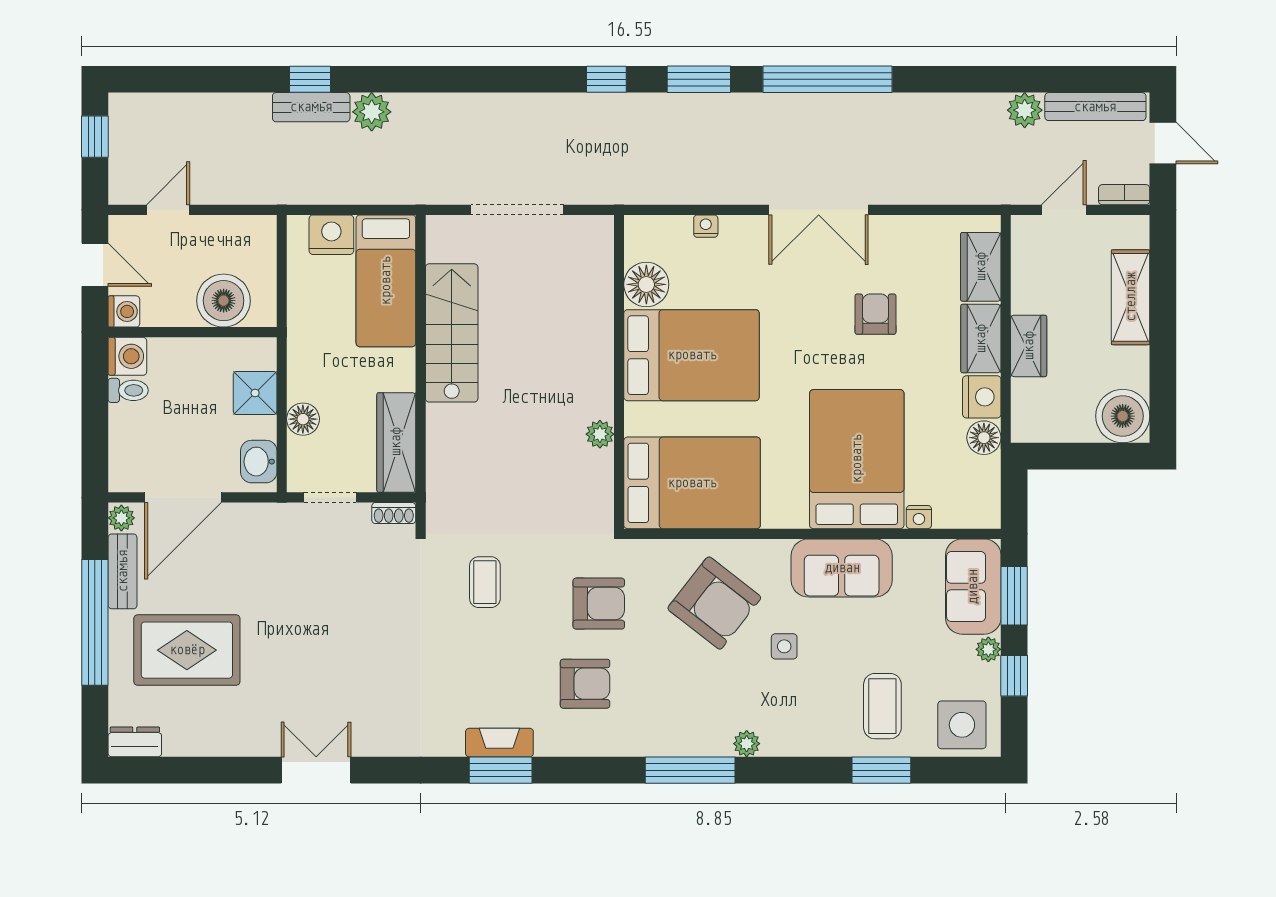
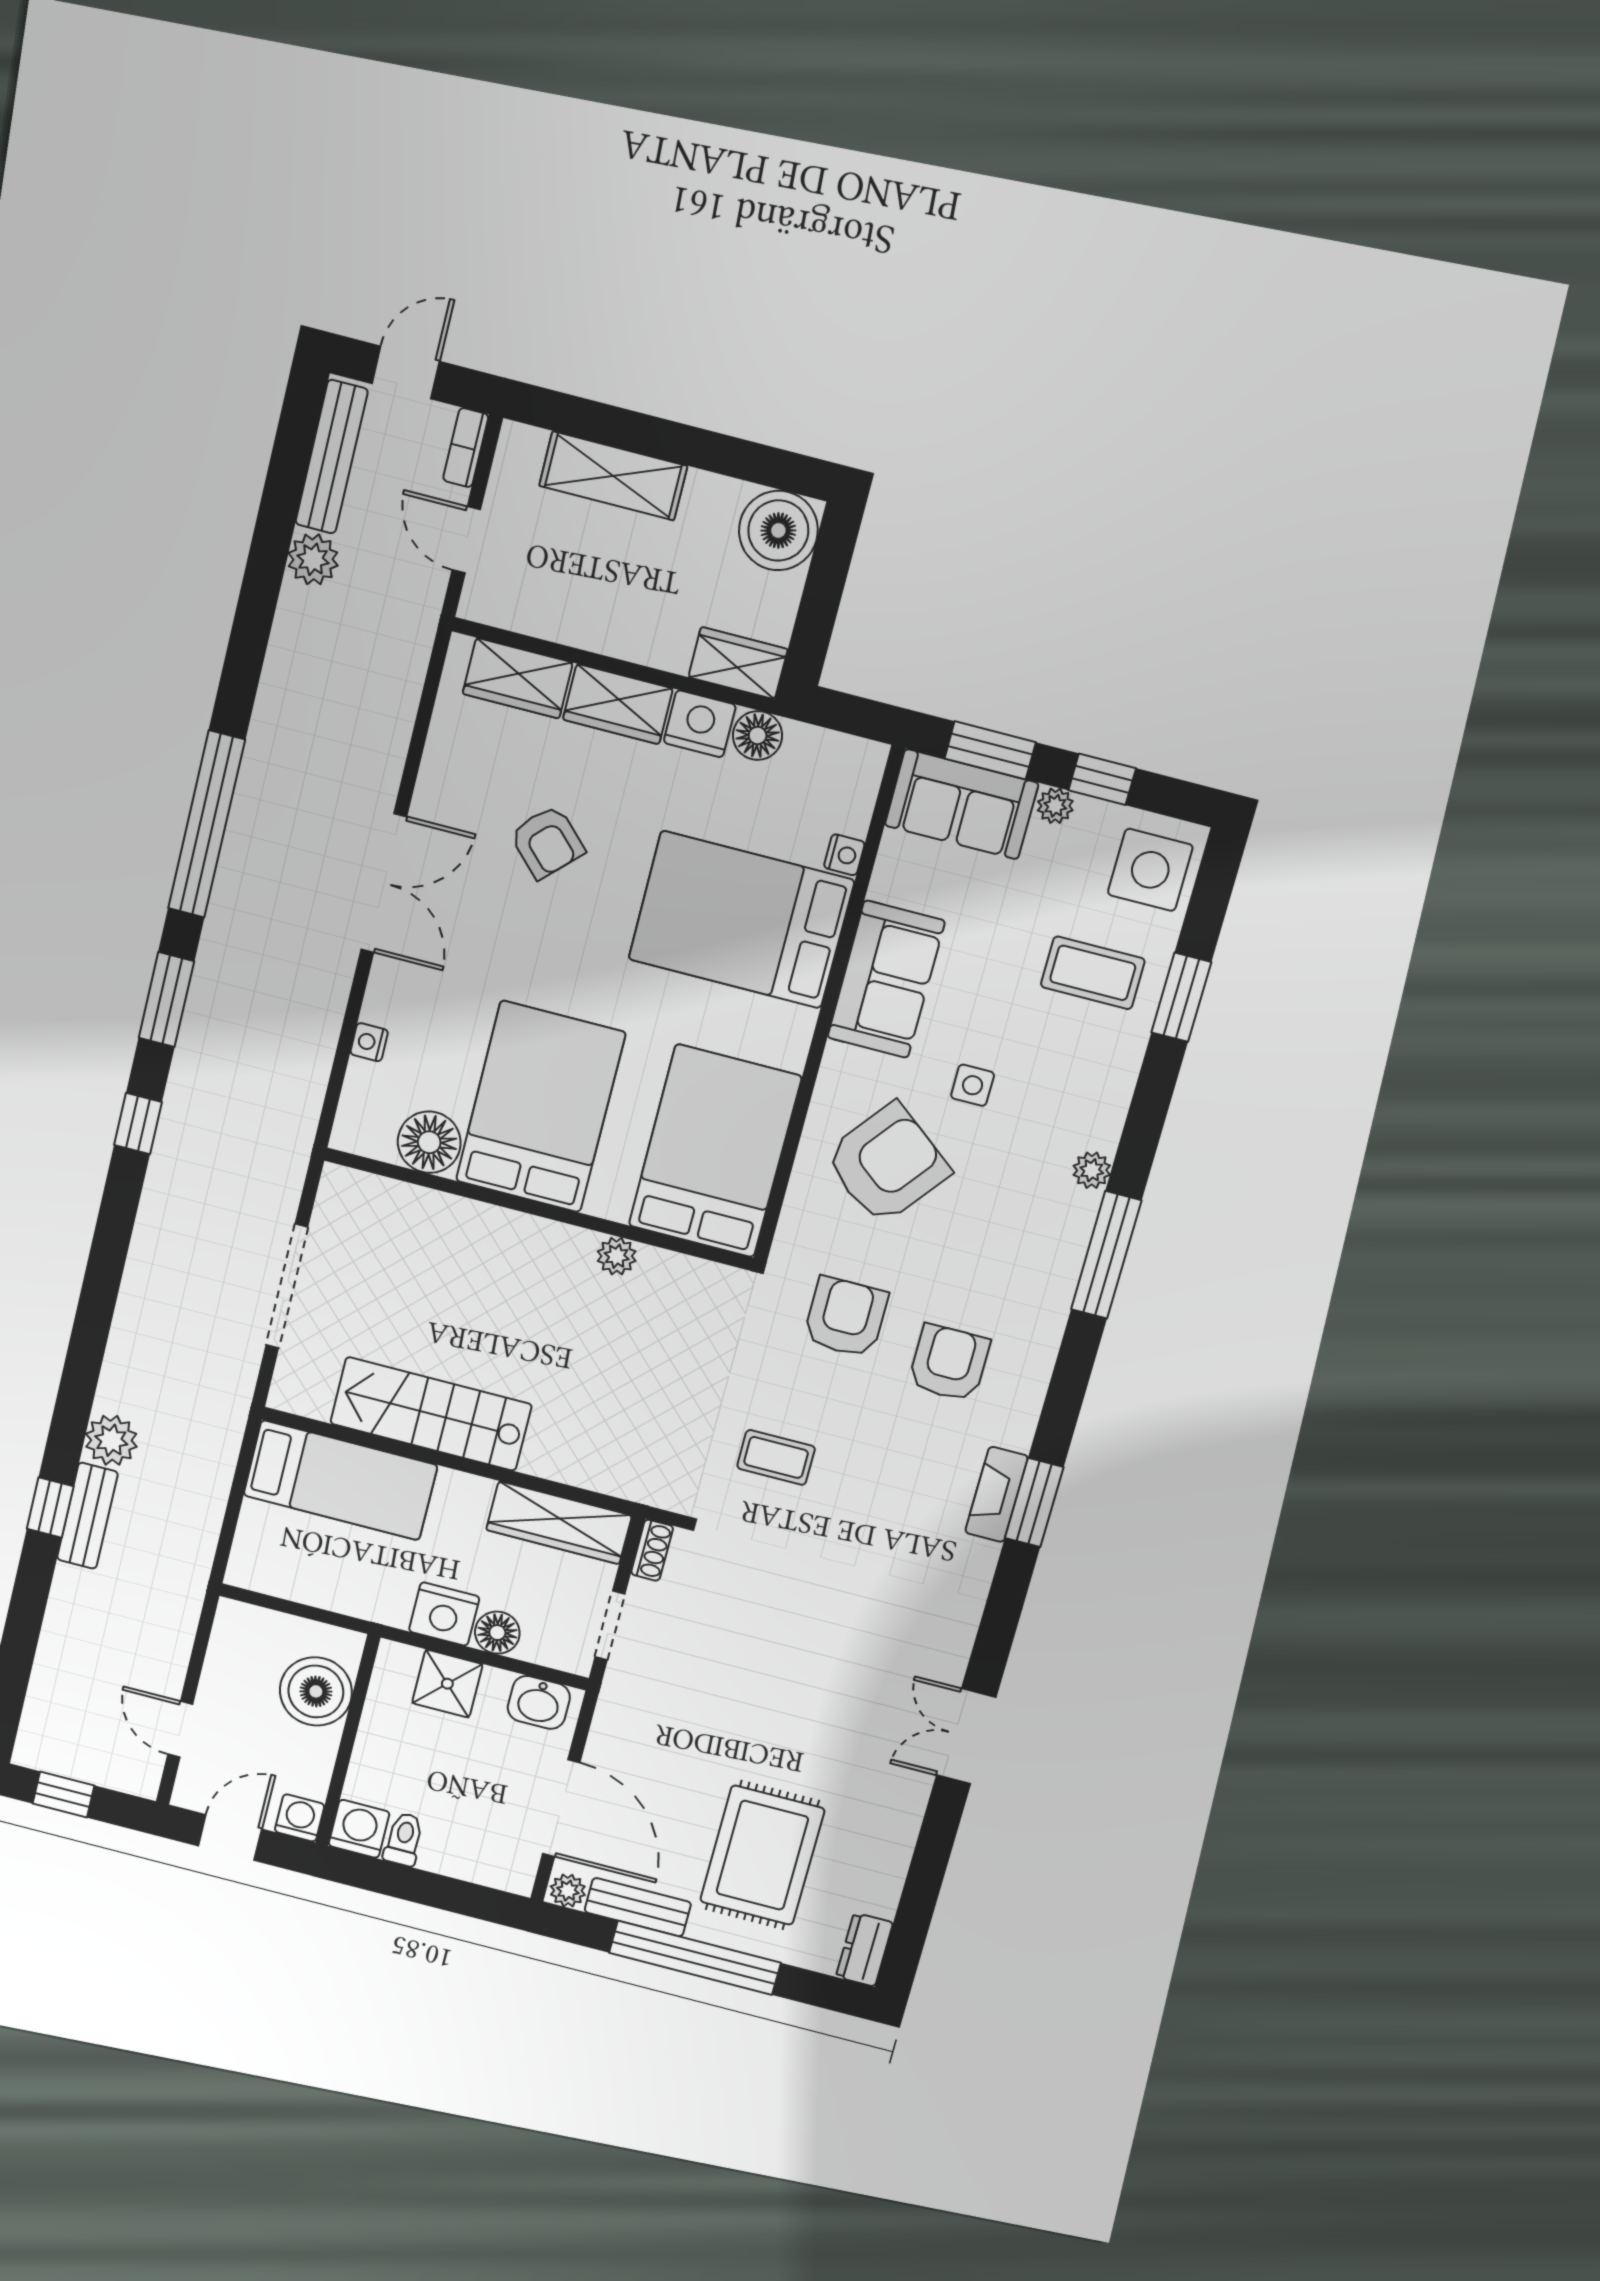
nightstand: (331, 235) -> (444, 1614), moved, turned -90
armchair: (876, 314) -> (547, 842), turned -135
wardrobe: (1029, 346) -> (738, 663), moved

